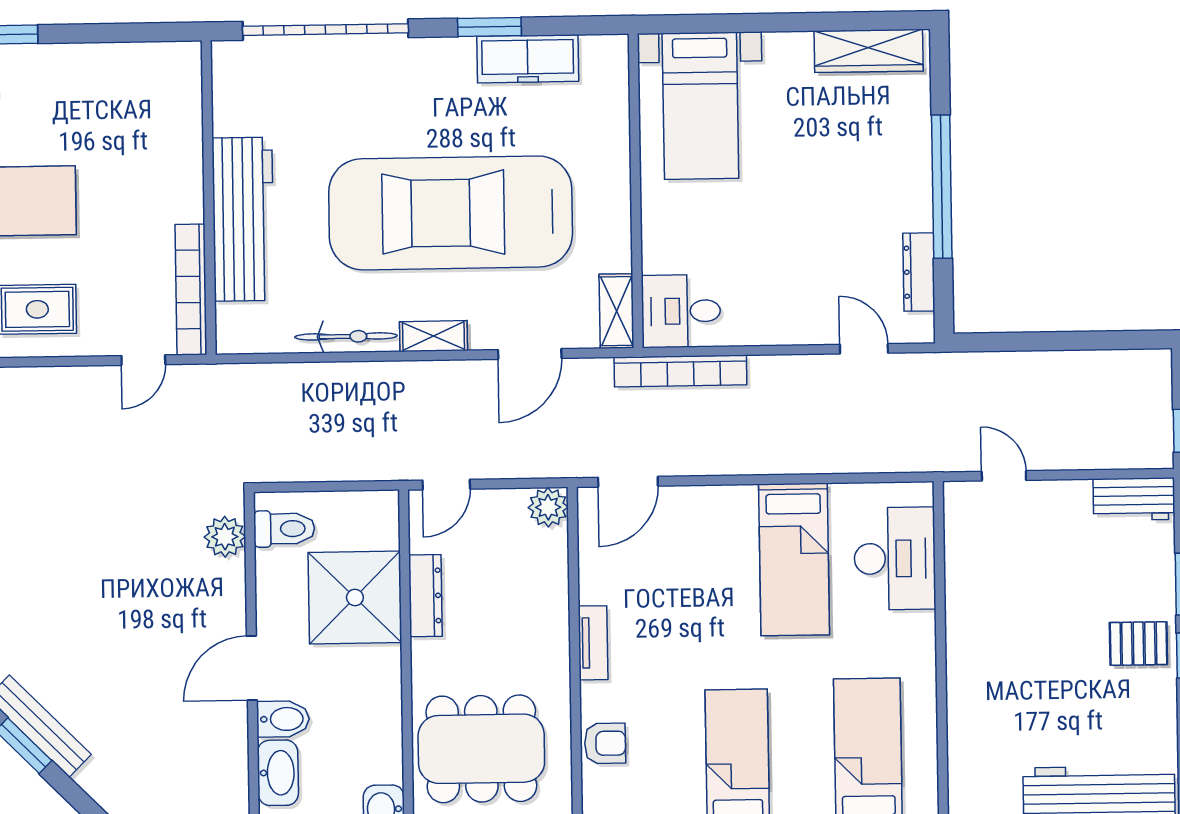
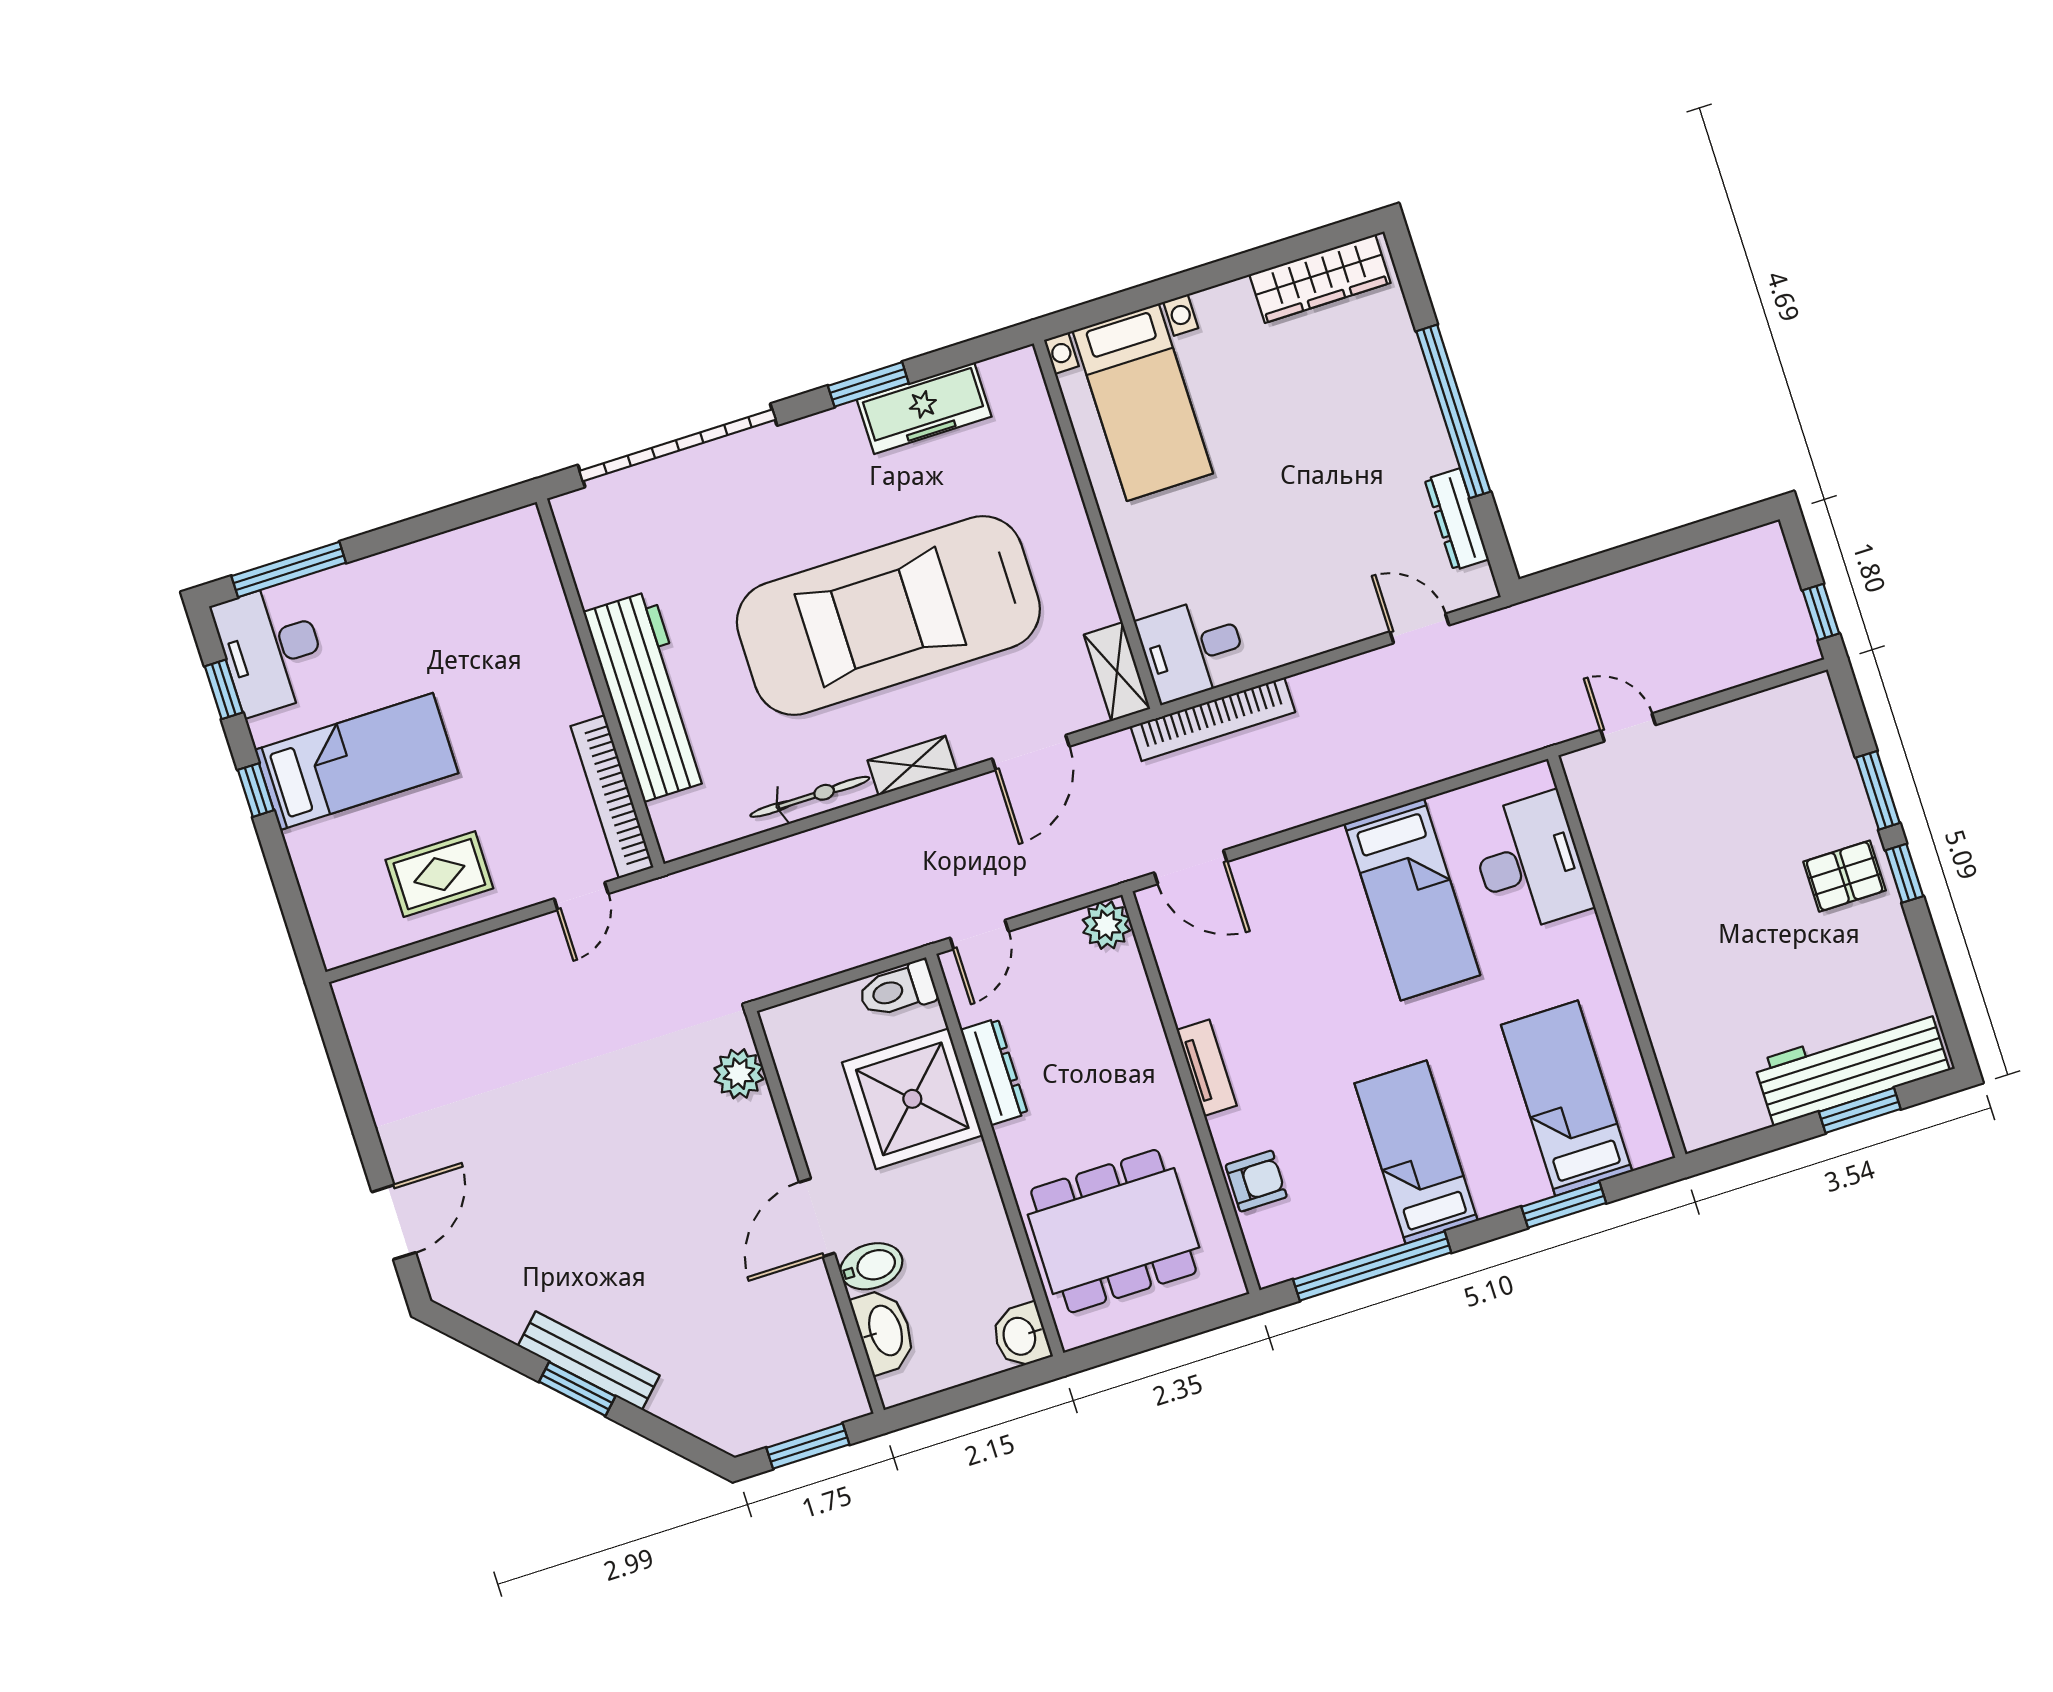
door: (628, 482) -> (1191, 867), hinge flipped
workbench: (1134, 499) -> (1788, 709), removed
toilet: (284, 529) -> (898, 990), moved, turned 180

